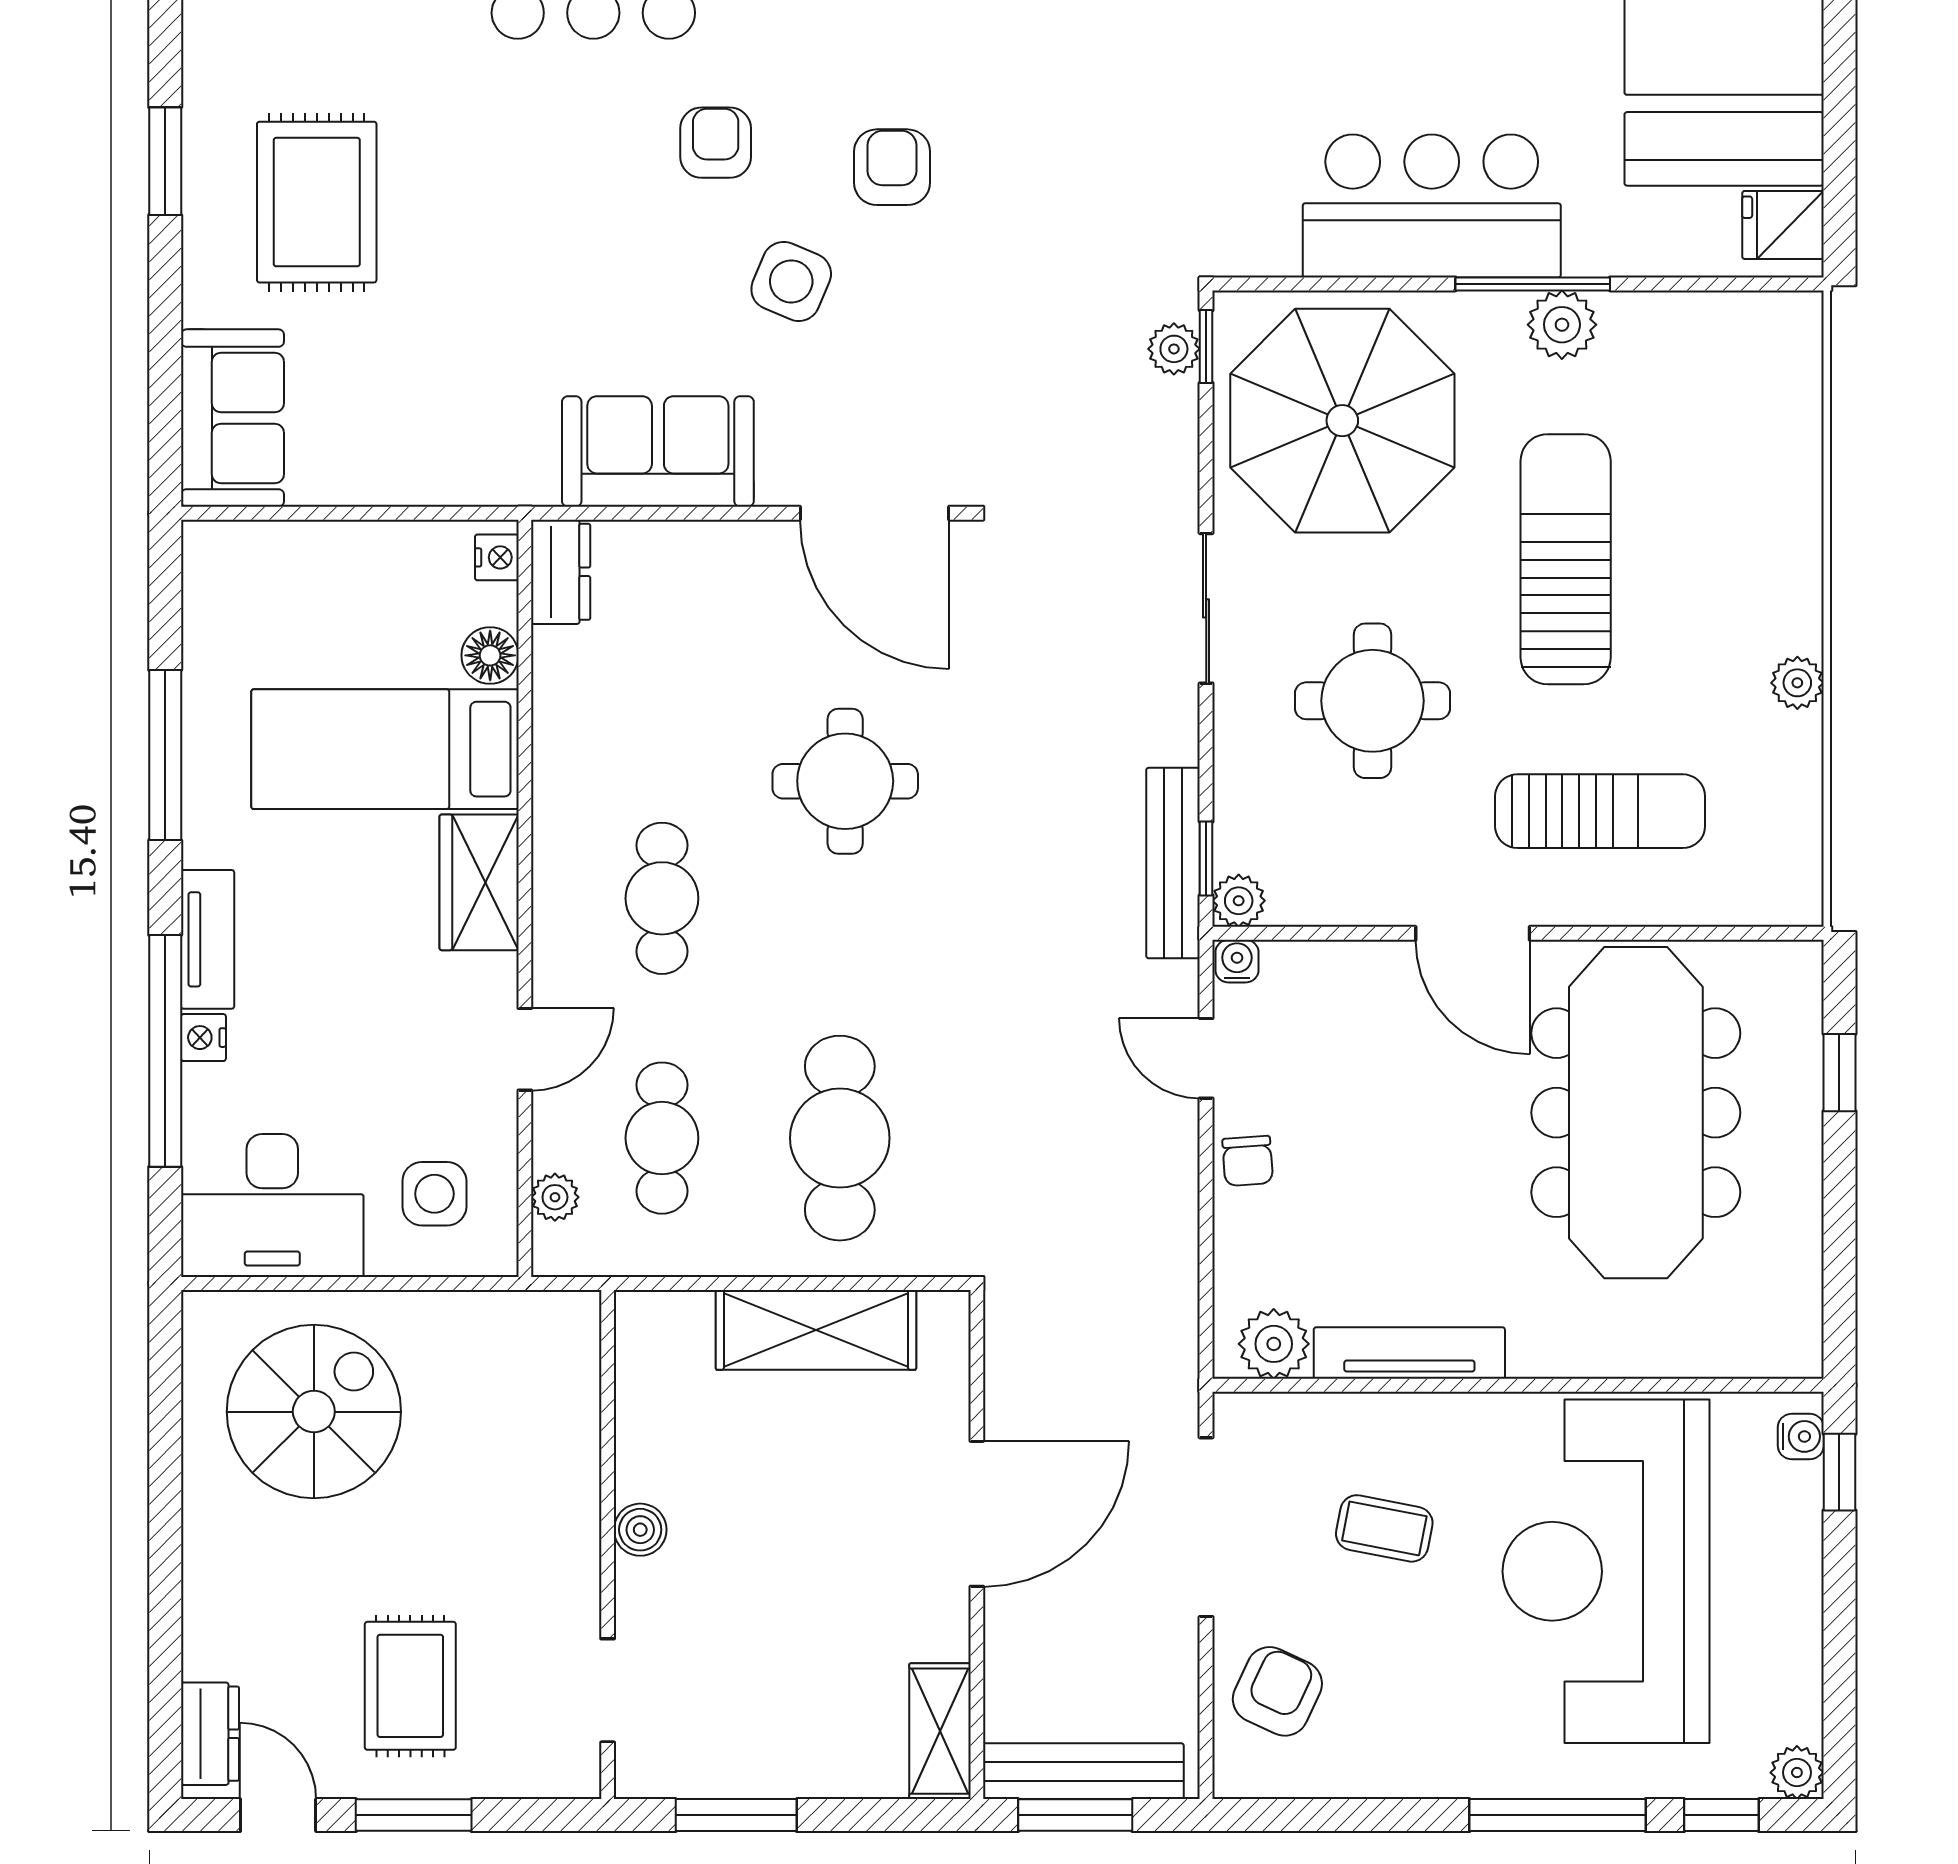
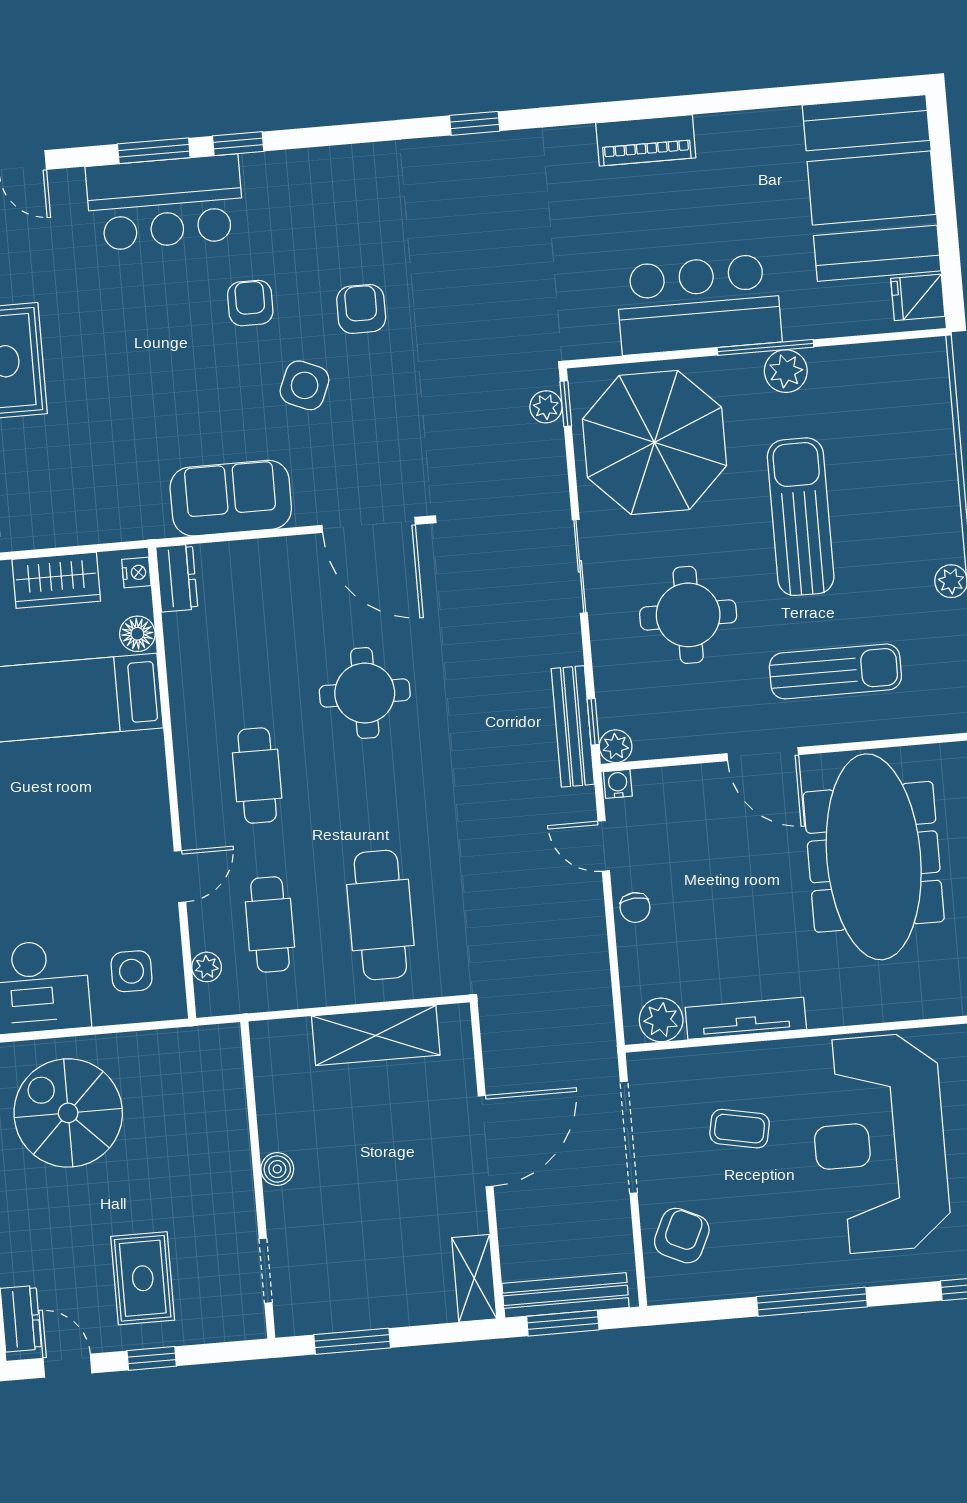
wardrobe: (479, 882) -> (56, 580), moved, turned -90
spiral stairs: (314, 1412) -> (68, 1113), turned -90
window: (414, 1815) -> (152, 1358), width x0.67
window: (1558, 1815) -> (812, 1302), moved

